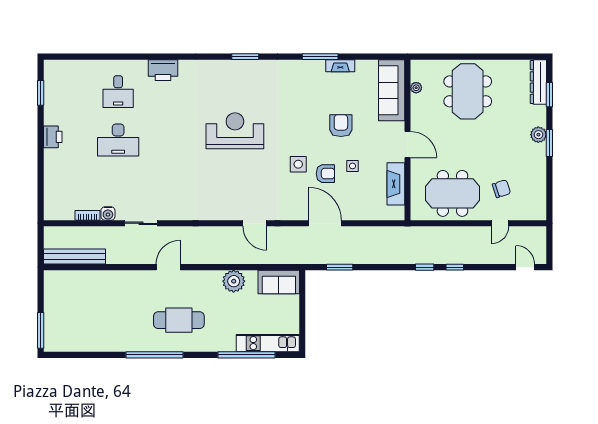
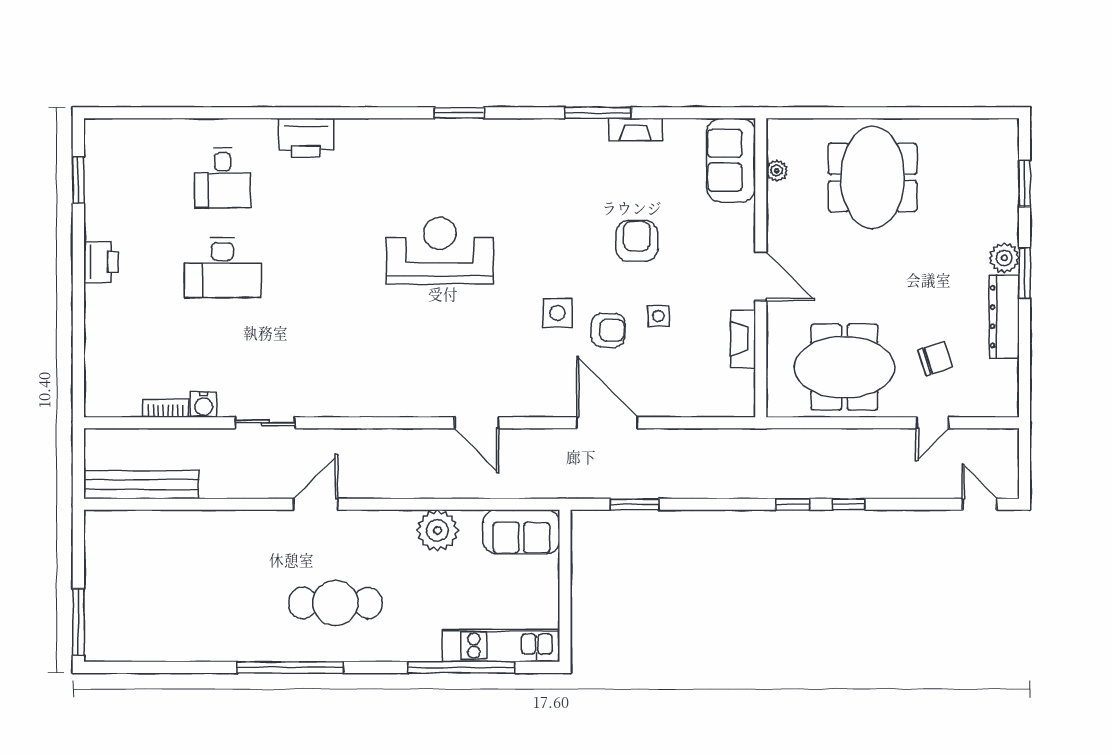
dresser: (538, 82) -> (1004, 317), moved
sofa: (392, 90) -> (731, 160), width x0.73
fireplace: (396, 184) -> (743, 339), width x0.73, depth x0.76

